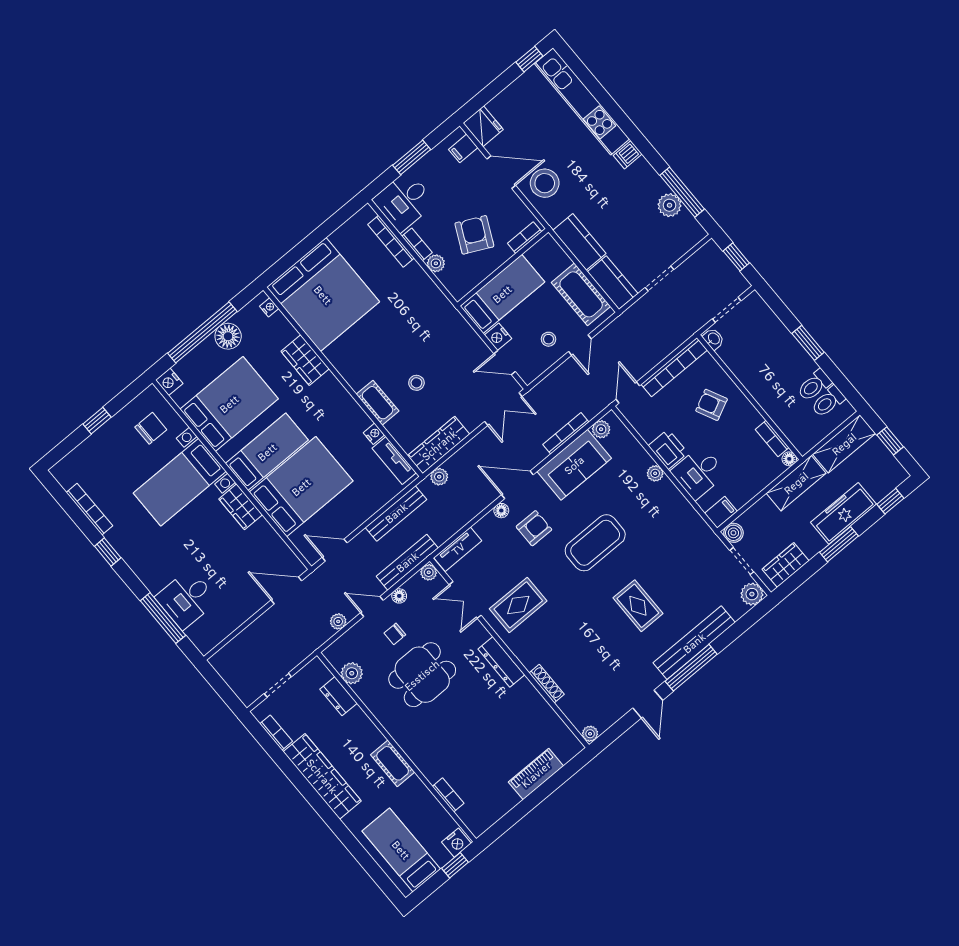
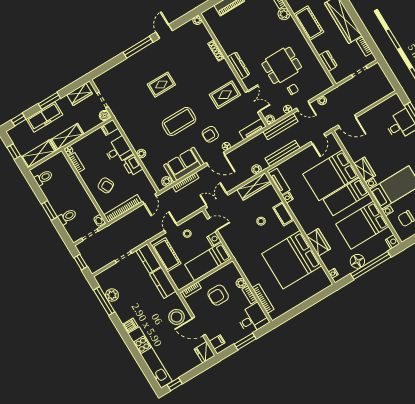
armchair: (474, 235) -> (218, 295), turned 64
bed: (323, 295) -> (292, 260), moved, turned -90
toilet: (814, 385) -> (67, 217), moved
door: (335, 550) -> (318, 139), hinge flipped
plant: (752, 594) -> (100, 81), removed
rug: (638, 606) -> (161, 85), turned 90
bench: (694, 643) -> (134, 60), removed
plant: (352, 673) -> (284, 14), moved
cot: (393, 763) -> (309, 23), width x1.37, depth x1.34

